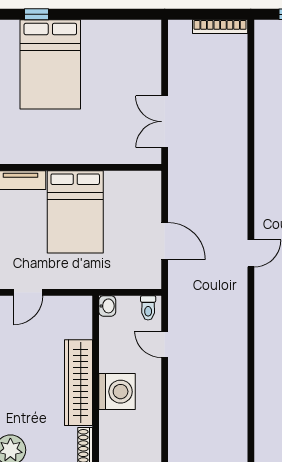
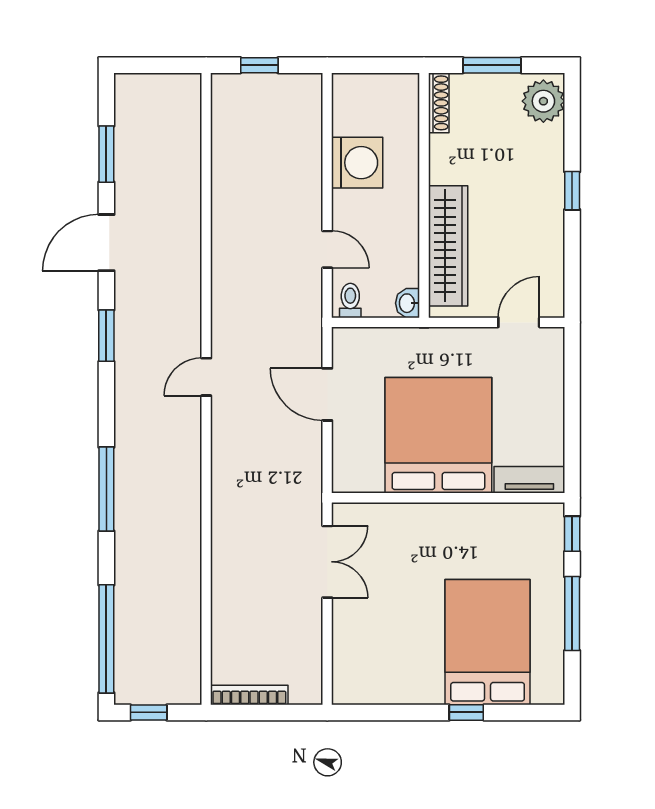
window: (37, 14) -> (466, 712), moved
bed: (75, 212) -> (438, 435), width x1.36
wardrobe: (78, 383) -> (448, 246), moved
washing machine: (117, 392) -> (357, 163), moved, turned 180

